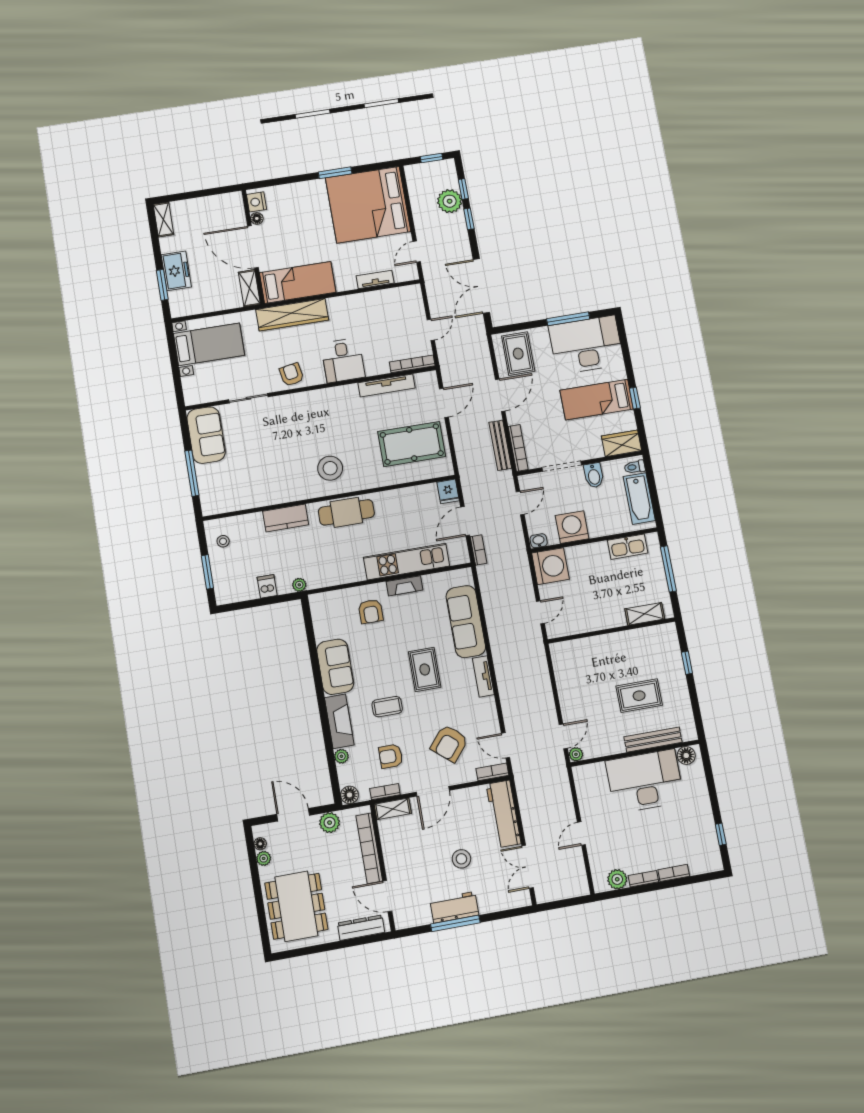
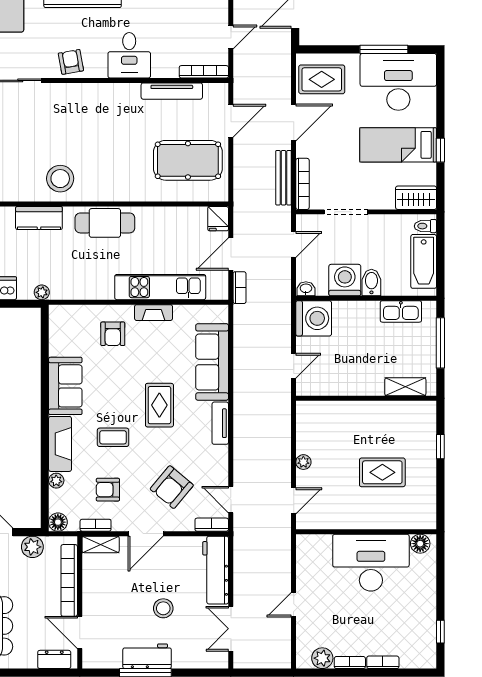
rug: (518, 354) -> (322, 79), turned 90
stool: (330, 468) -> (60, 179), moved
bidet: (594, 475) -> (371, 282), moved, turned 180
bench: (653, 740) -> (388, 521), removed
plant: (576, 754) -> (303, 462), moved
dresser: (361, 928) -> (54, 659), width x0.70

